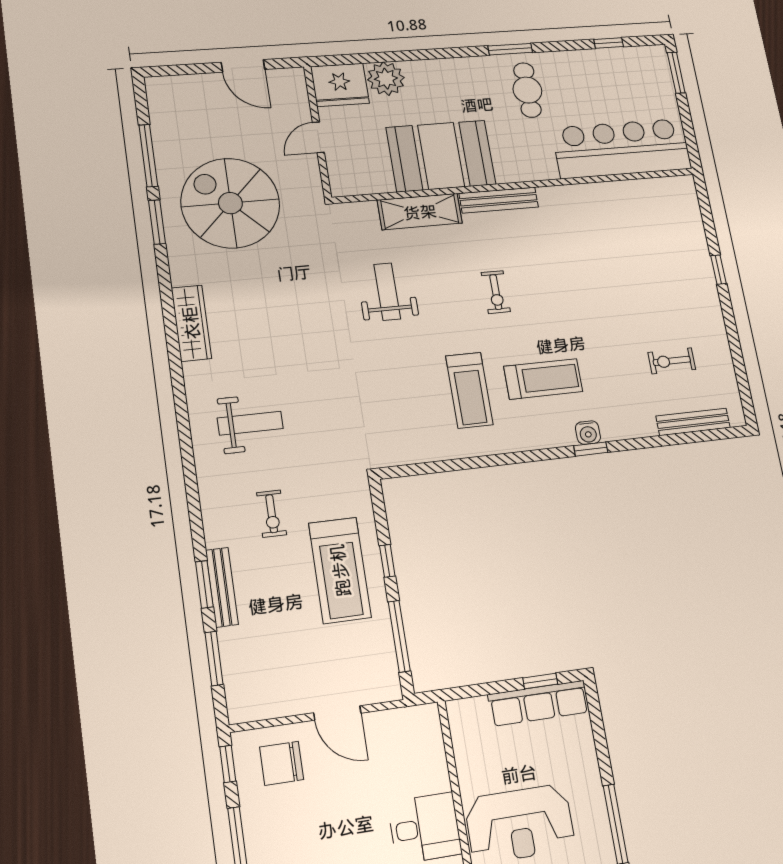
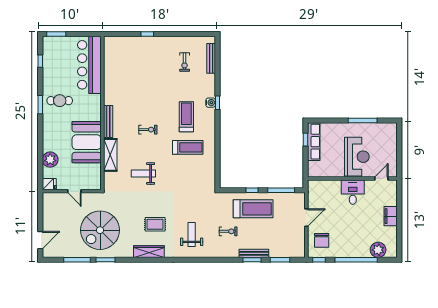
door: (243, 66) -> (40, 240), moved
fridge: (340, 85) -> (49, 184), width x0.53, depth x0.75
rug: (264, 332) -> (155, 224), added

